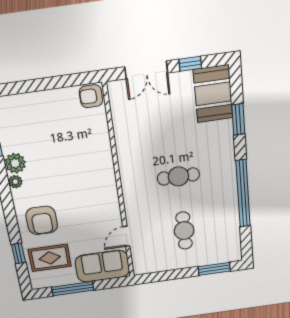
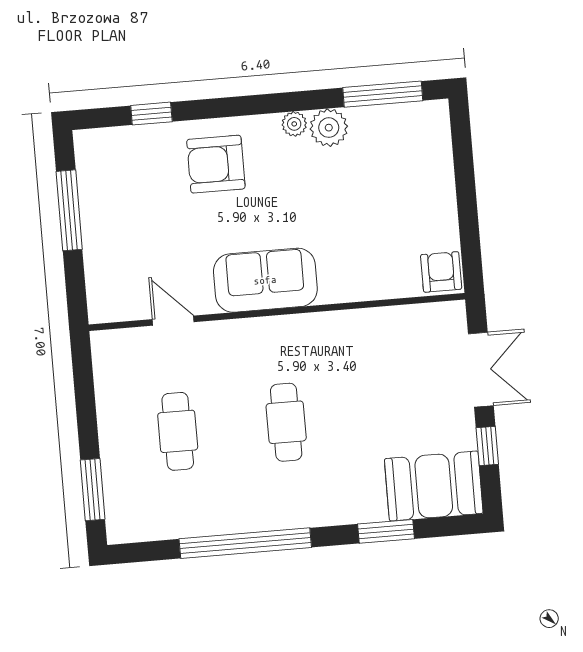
double door: (146, 70) -> (481, 370), swing flipped
cafe table: (184, 231) -> (178, 431), turned 90
rug: (50, 258) -> (138, 172), removed
sofa: (102, 266) -> (265, 280), moved, turned -90

